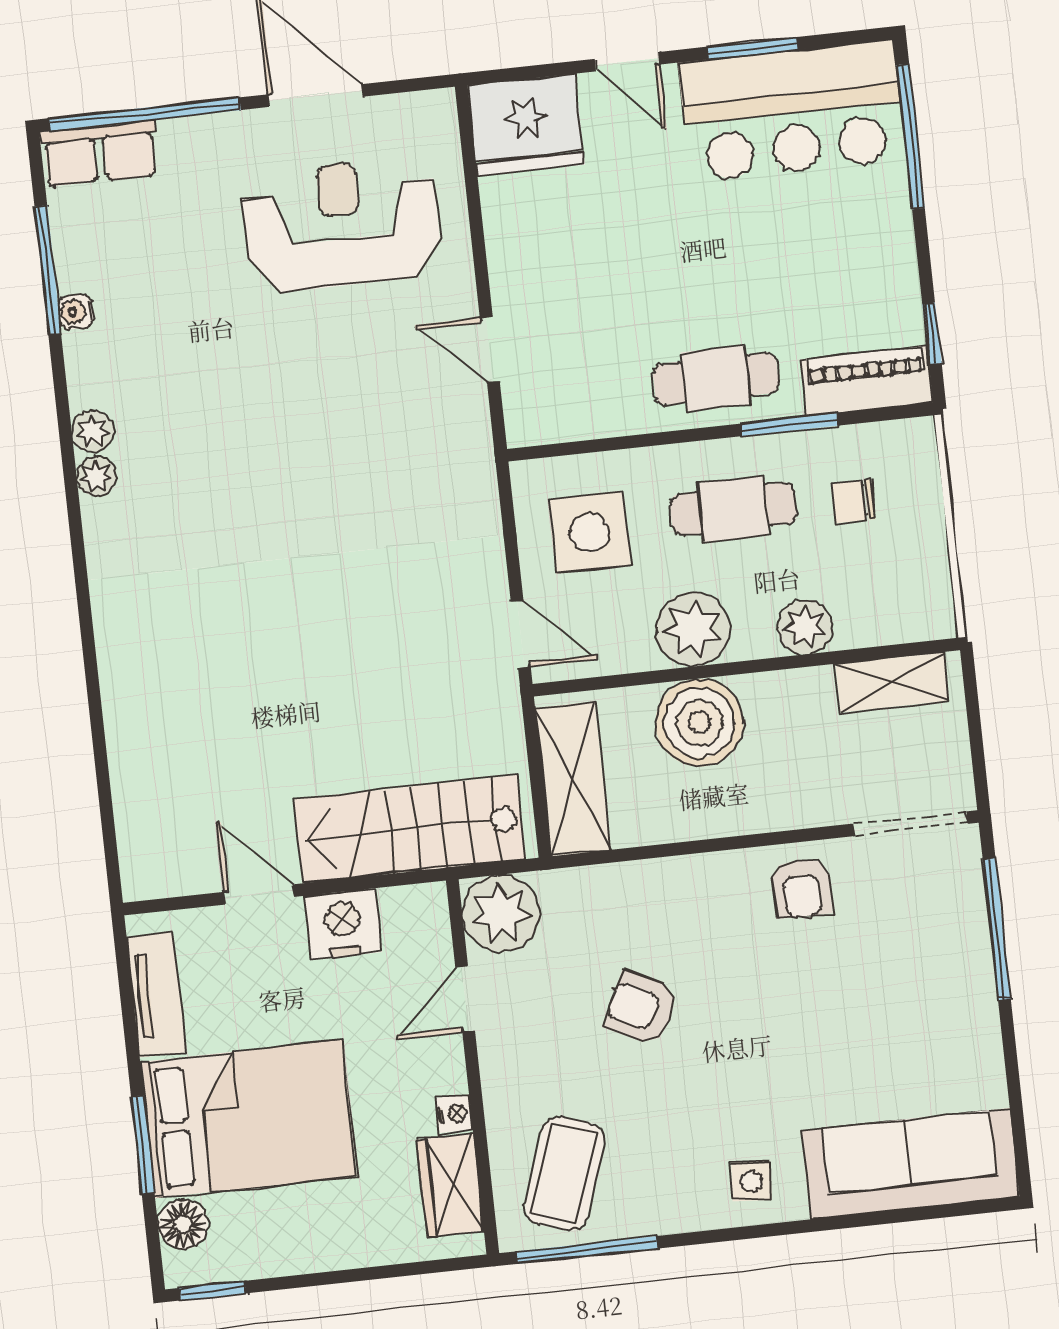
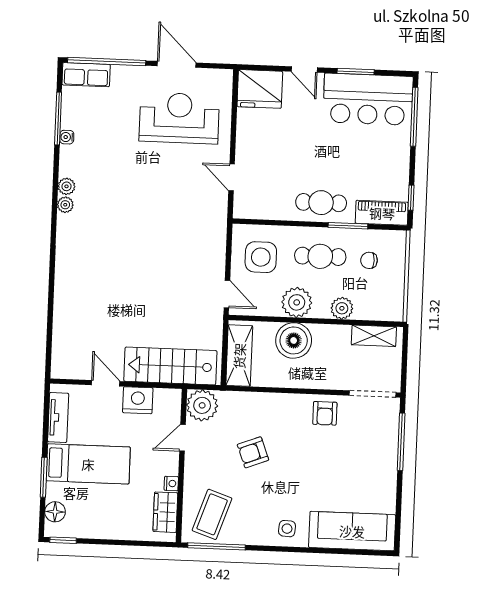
armchair: (641, 1009) -> (253, 452), turned -47
bed: (248, 1119) -> (88, 464), width x0.67

